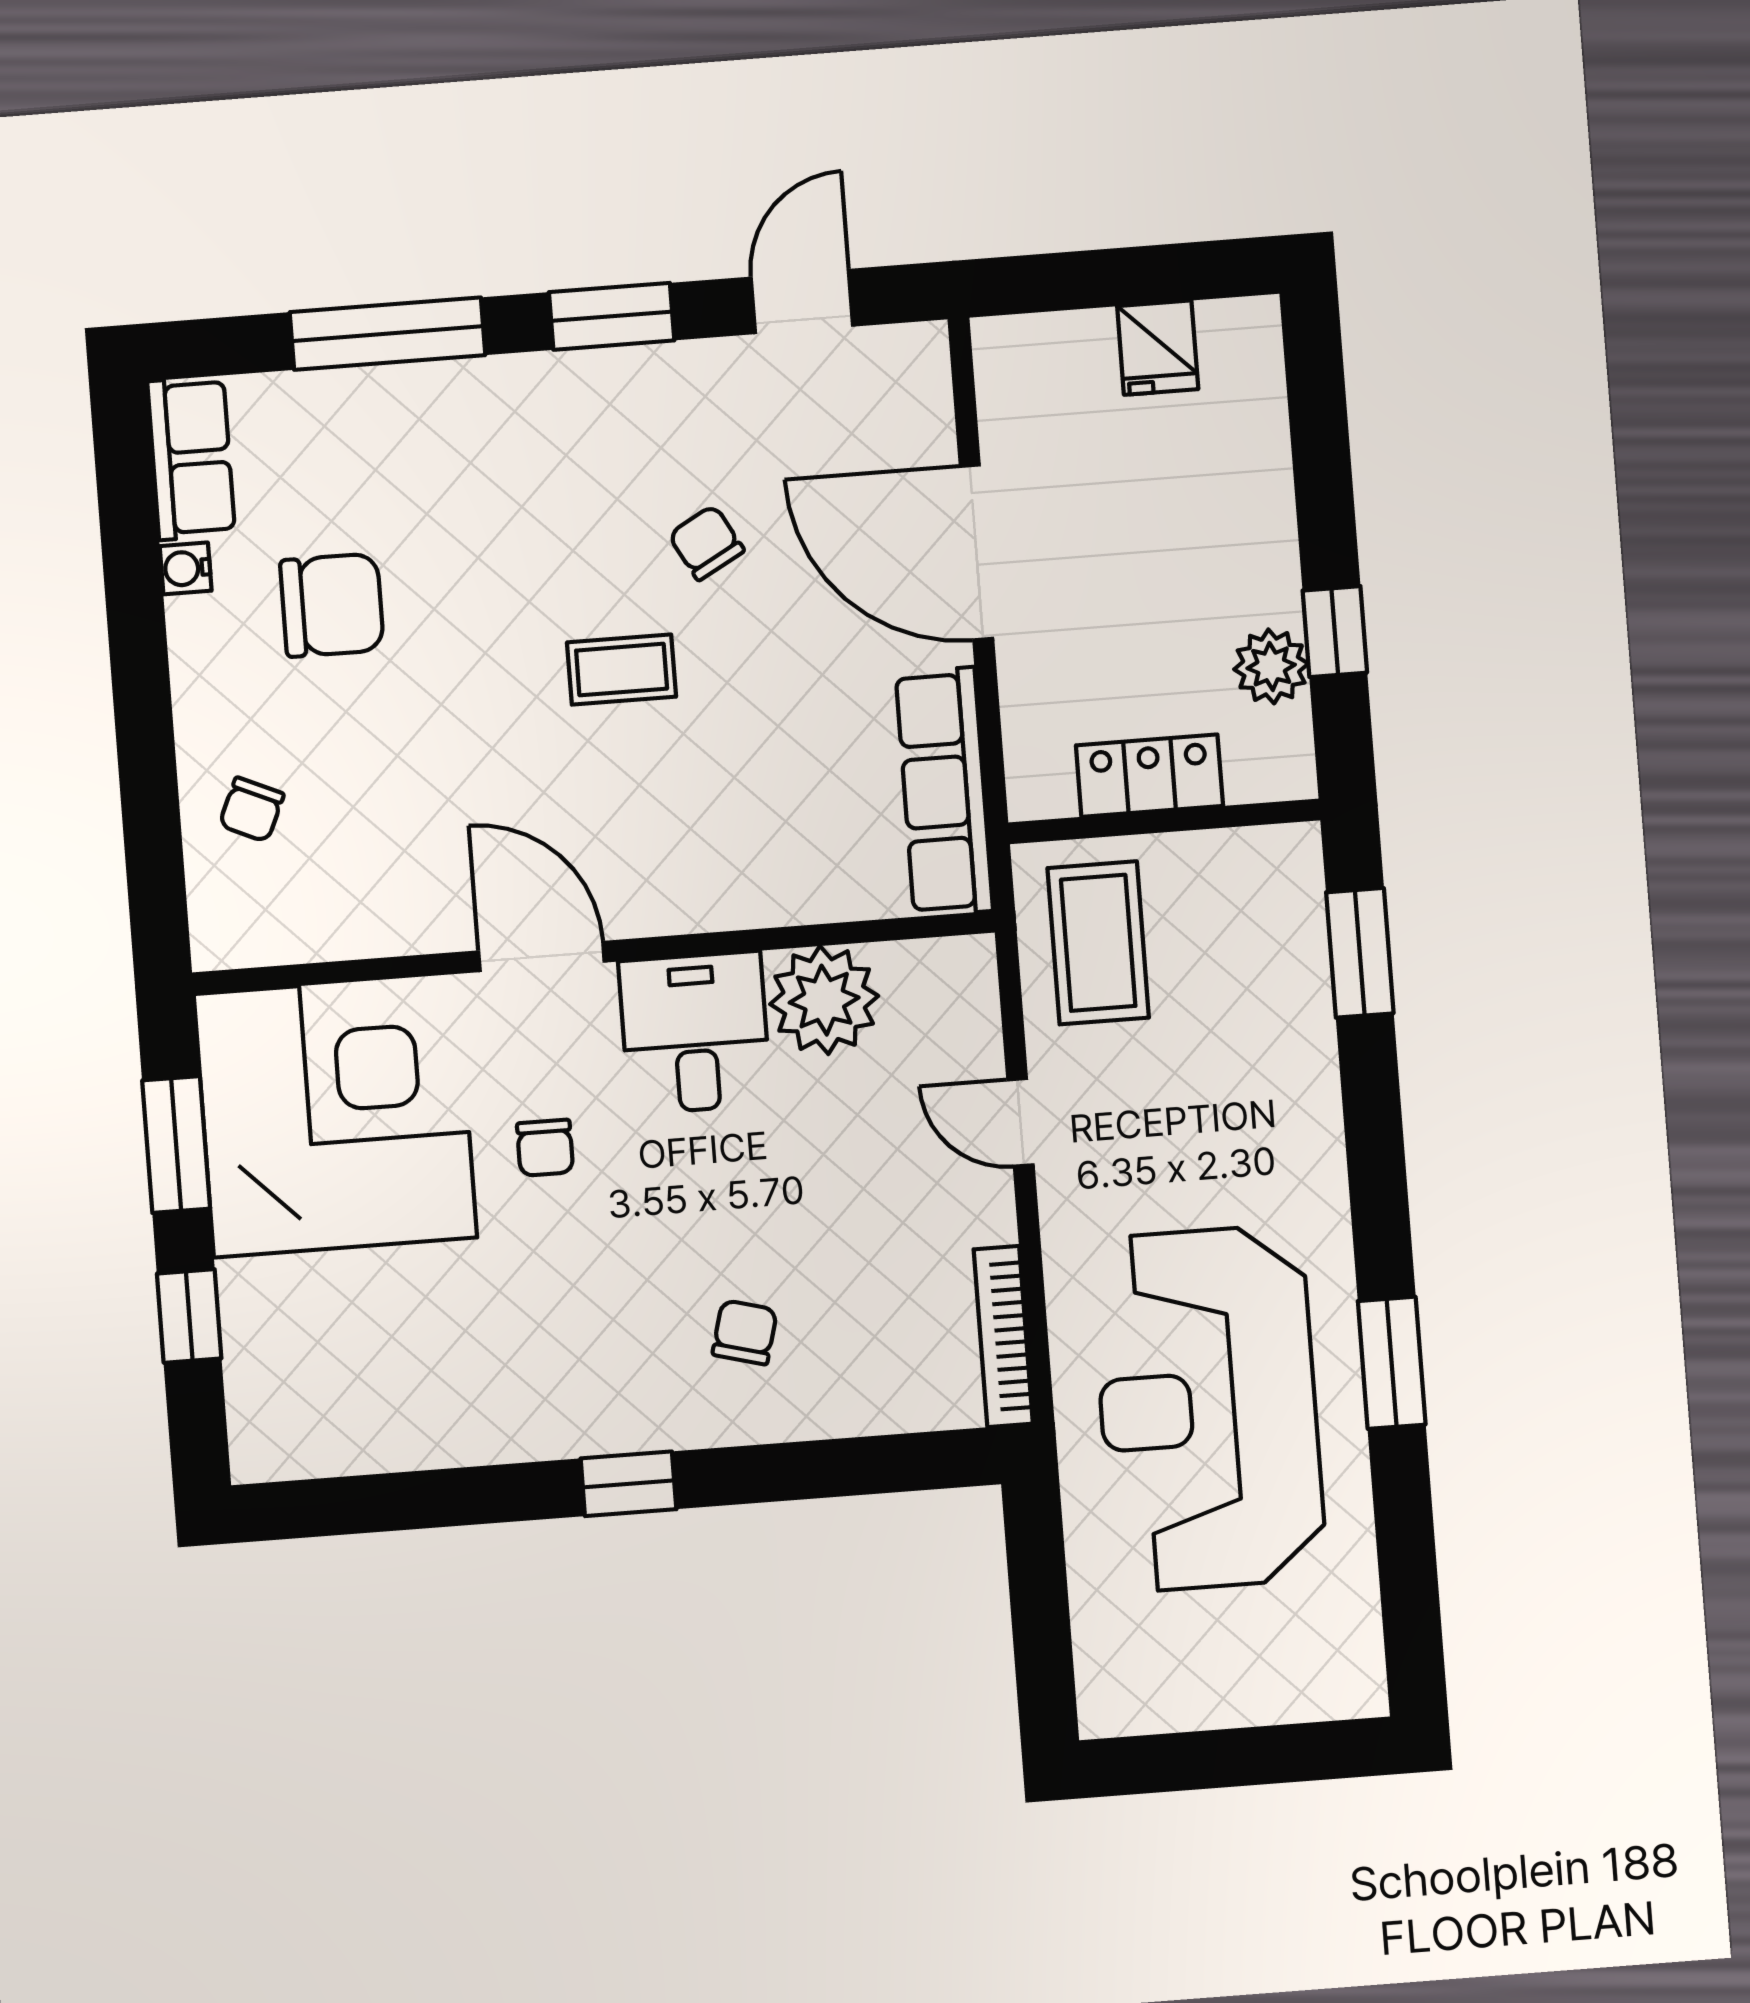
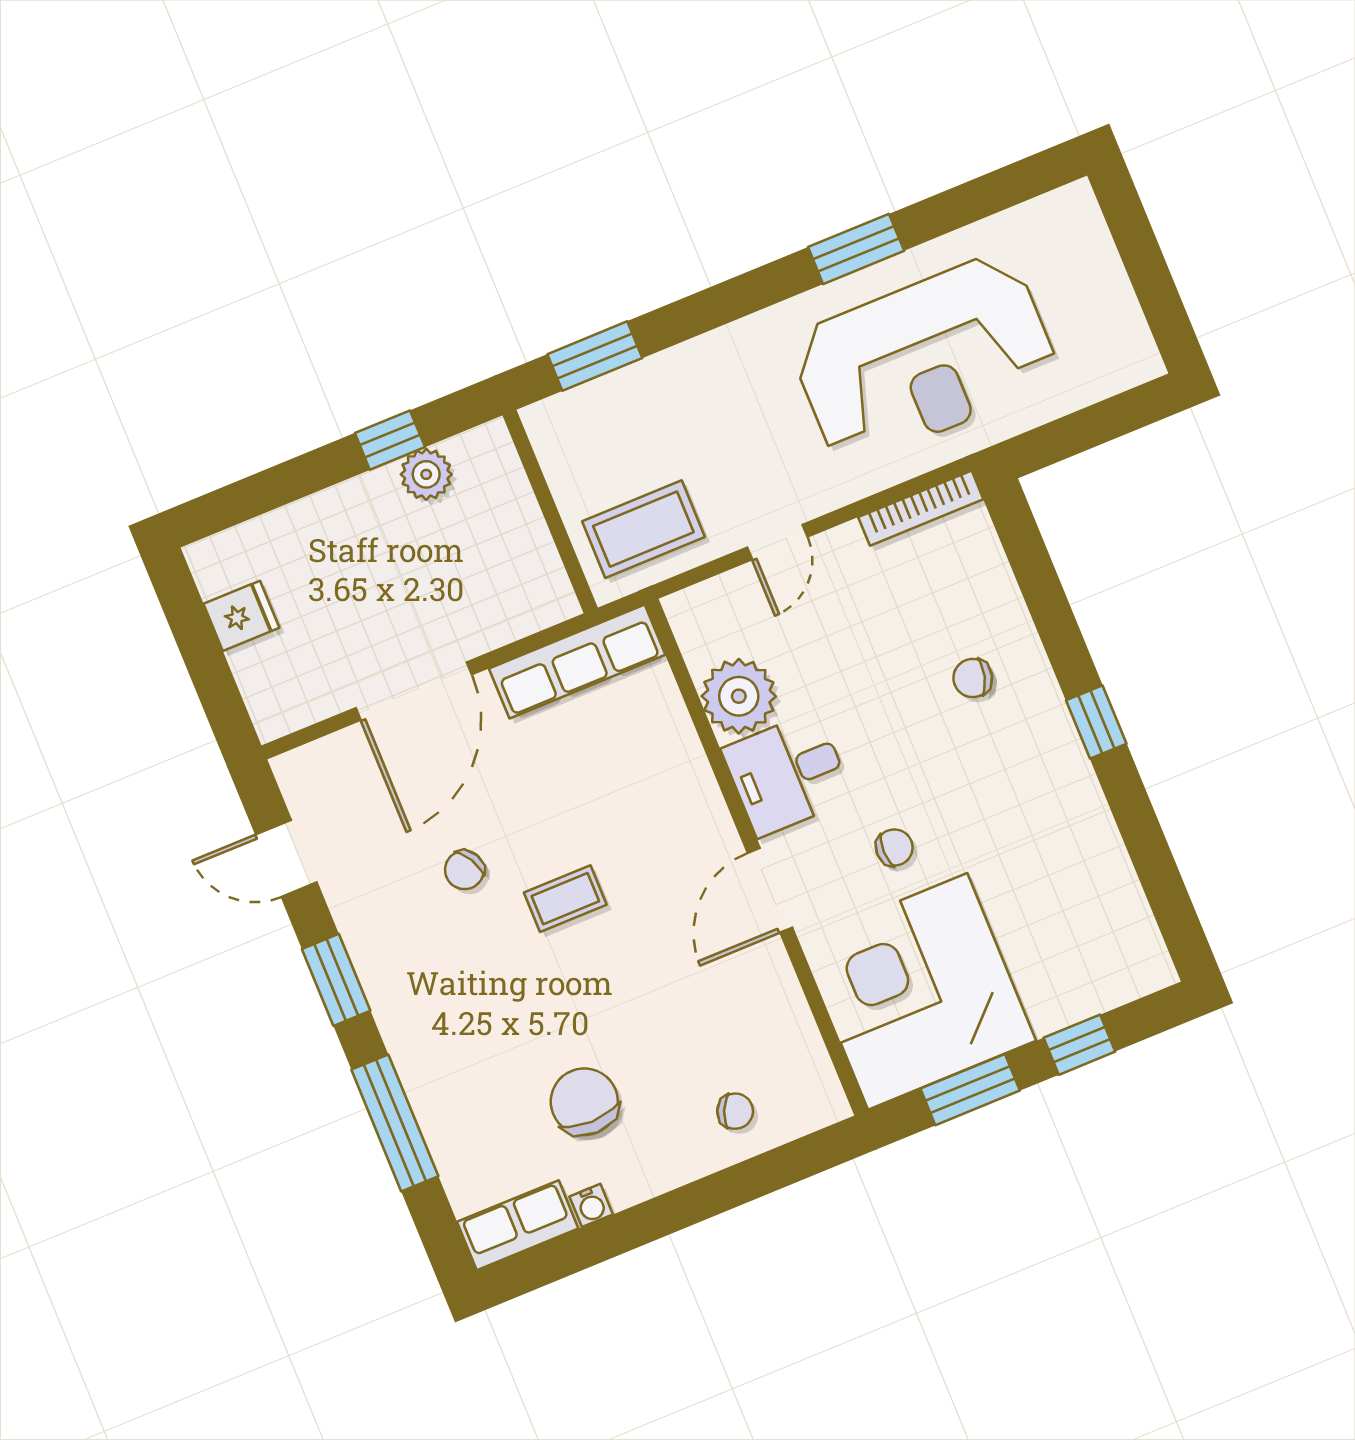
coffee table: (622, 670) -> (565, 899), turned 90
locker: (1149, 776) -> (523, 531), removed

